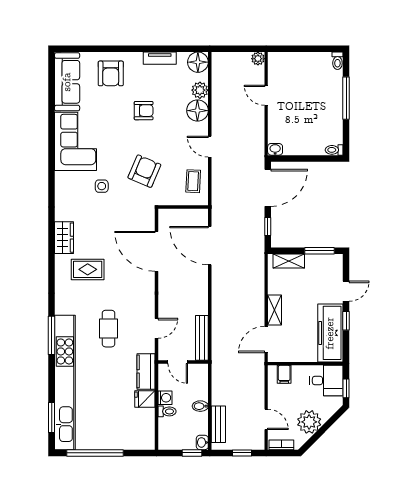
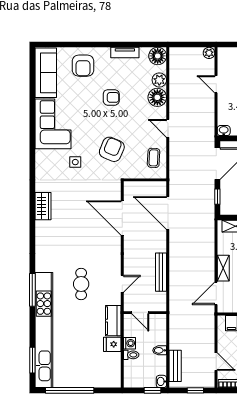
rug: (88, 269) -> (63, 233), removed
bench: (202, 338) -> (161, 272), moved

